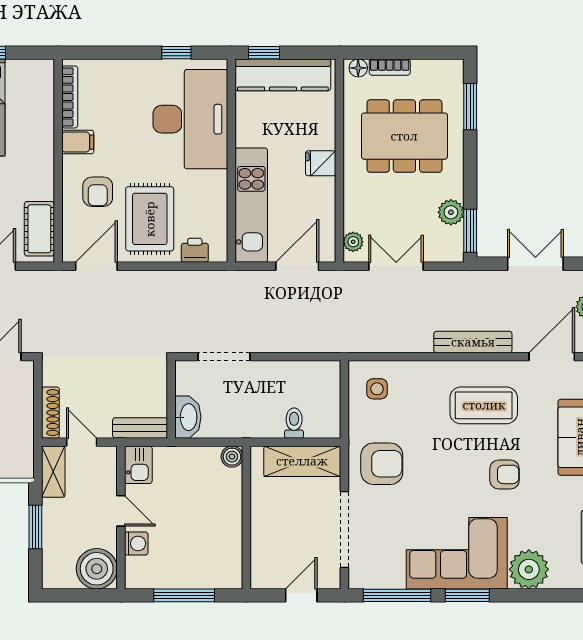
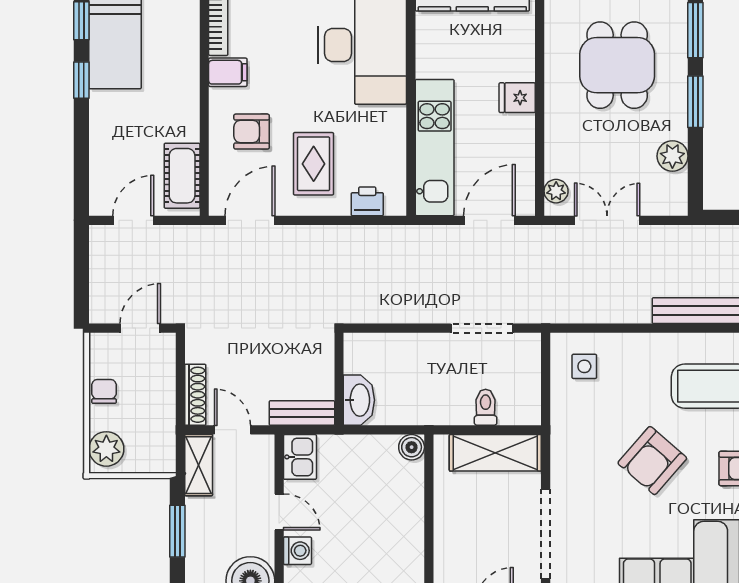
dining table: (404, 136) -> (617, 65), width x0.73
armchair: (98, 192) -> (252, 132), turned 90
rug: (150, 219) -> (314, 164), width x0.73, depth x0.70
window: (470, 231) -> (695, 102), moved
doorway: (224, 357) -> (482, 328), moved
armchair: (382, 464) -> (652, 461), moved, turned 131

